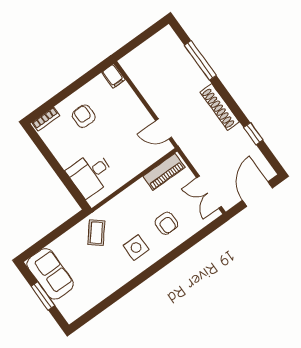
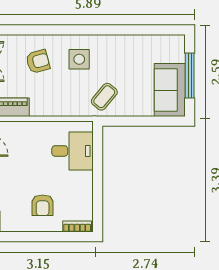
armchair: (166, 223) -> (38, 61), turned 75
window: (43, 296) -> (190, 75), width x1.44

